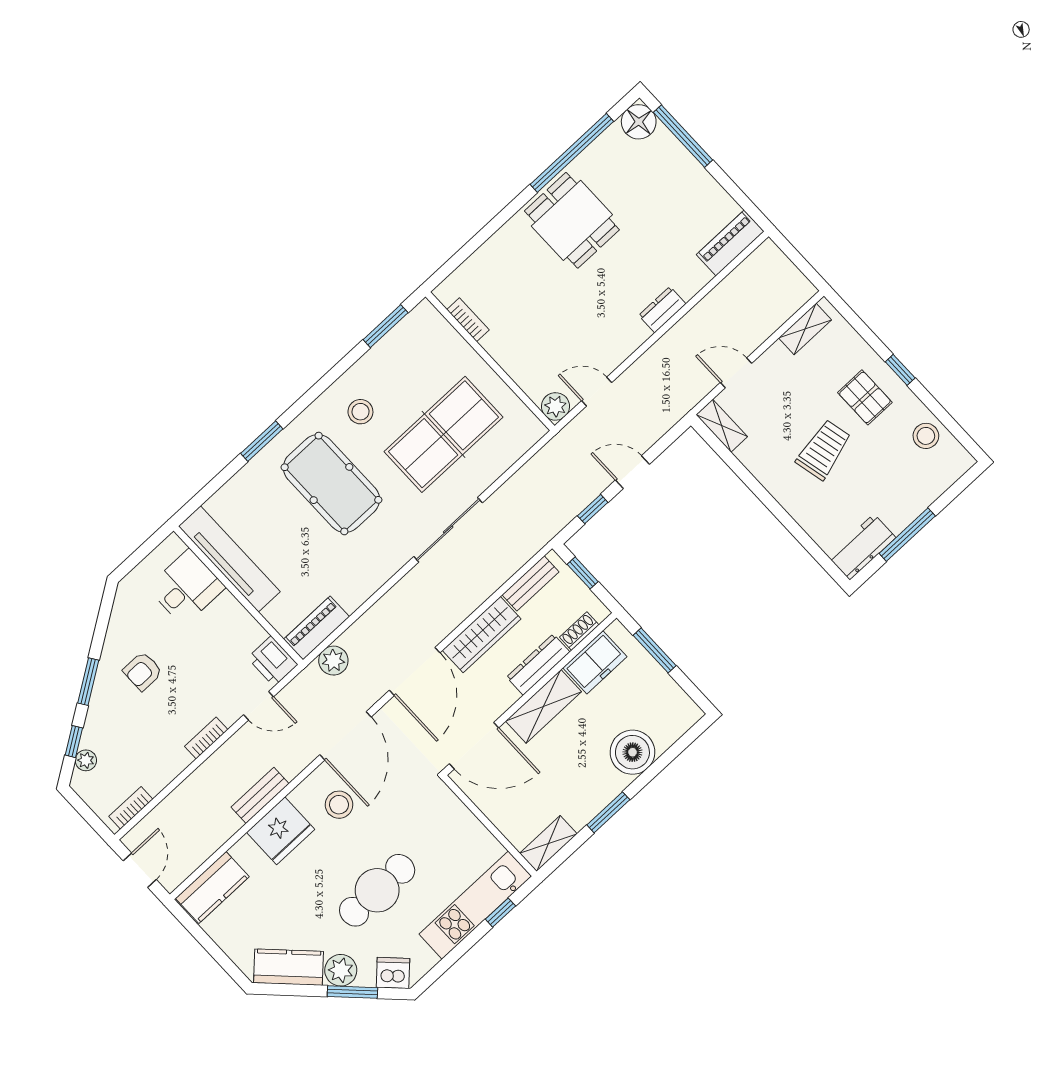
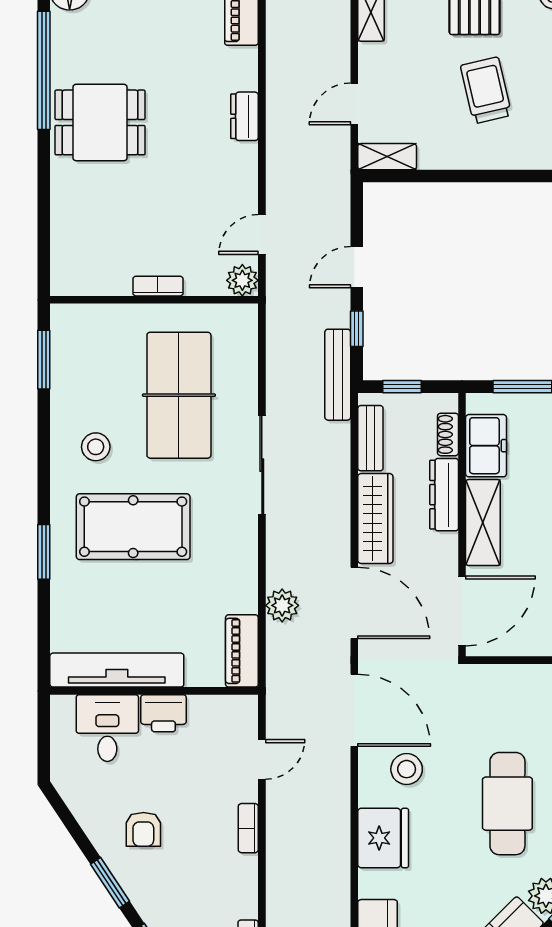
bookcase: (468, 320) -> (158, 286), moved
printer: (273, 661) -> (163, 713), moved
plant: (333, 661) -> (282, 605), moved
bench: (260, 795) -> (338, 375), moved, width x1.36

